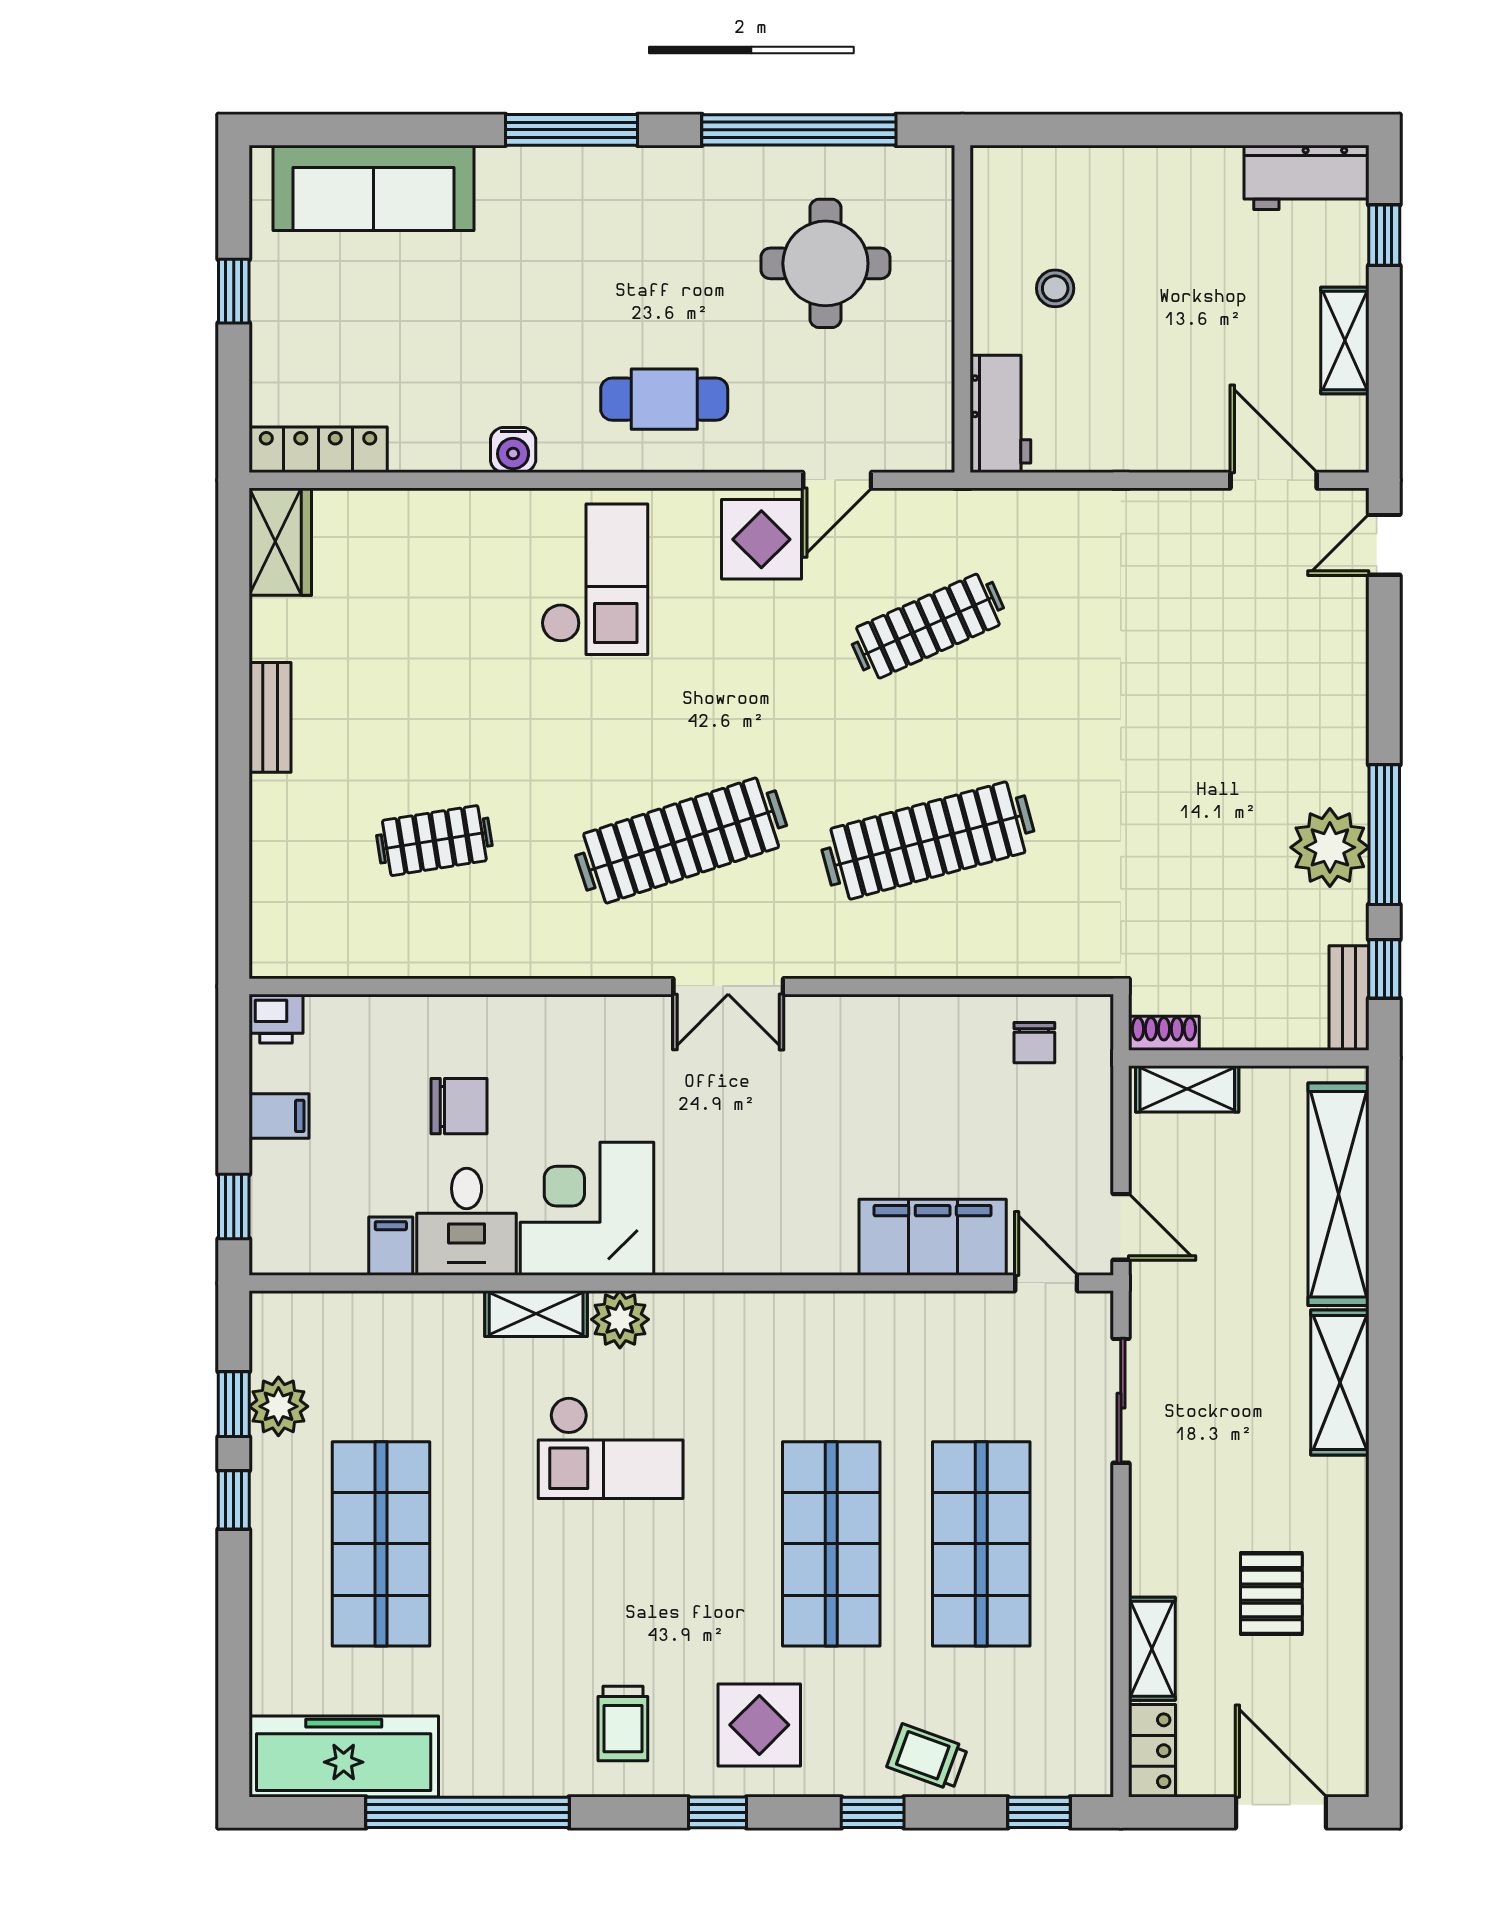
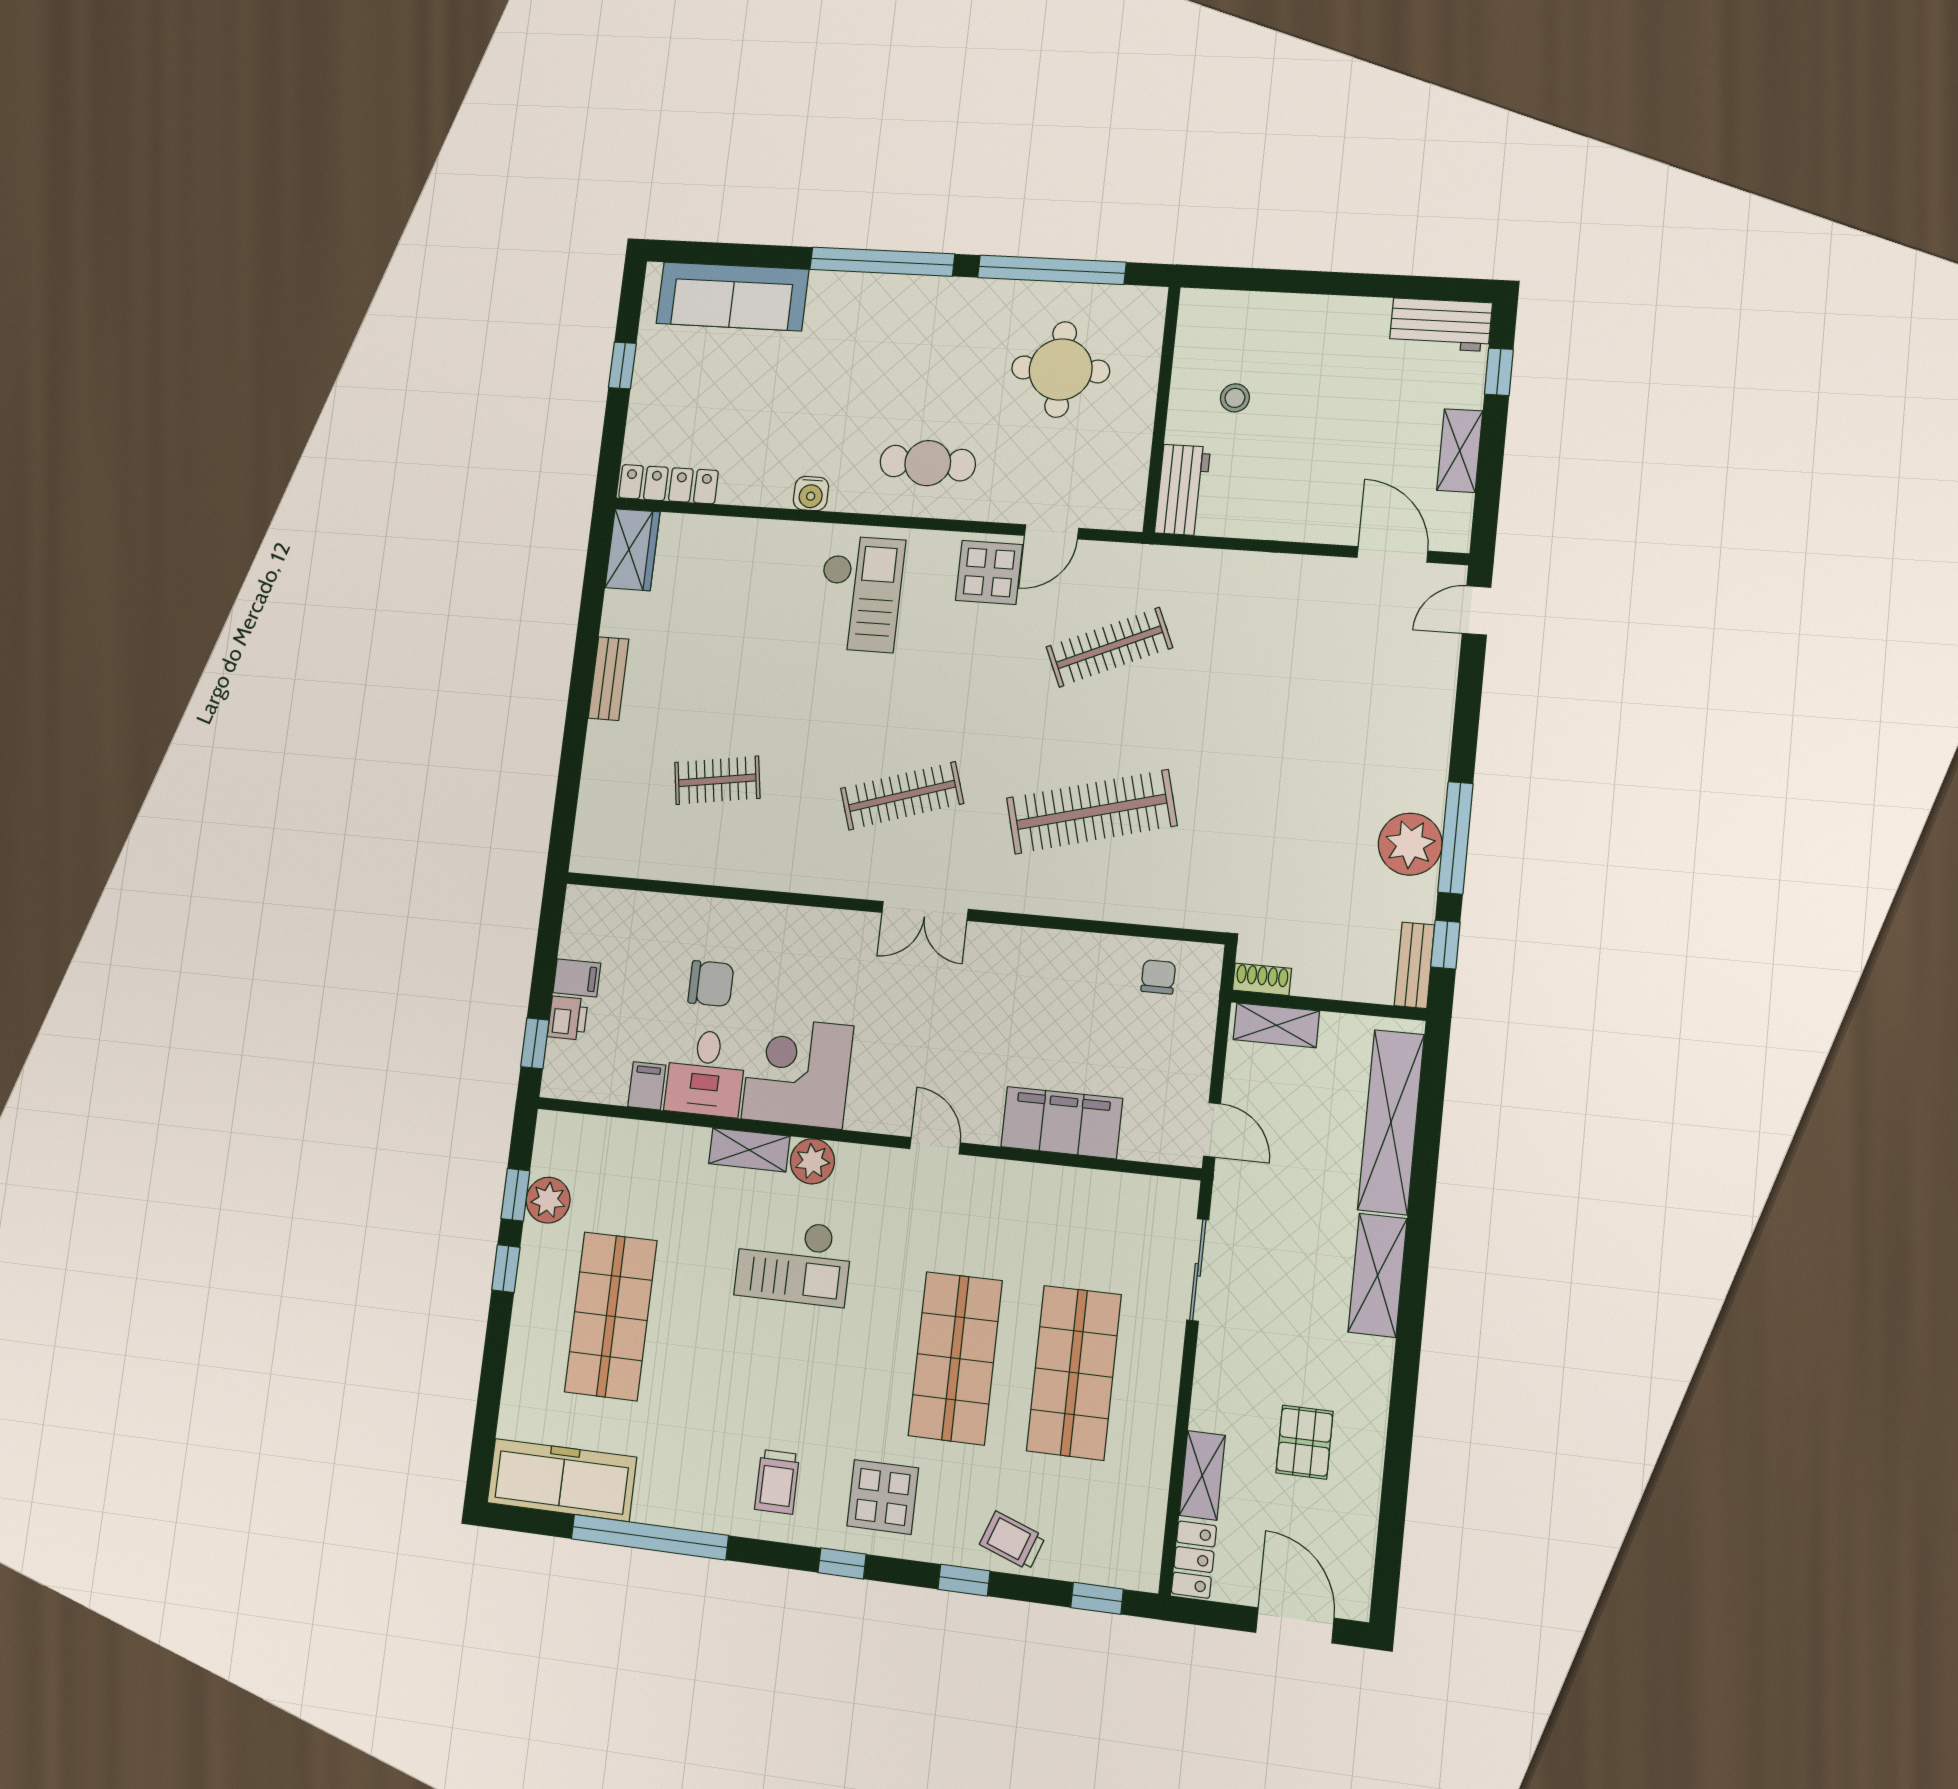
window: (571, 130) -> (882, 262), width x1.46
clothes rail: (681, 841) -> (902, 796), width x0.73, depth x0.76
printer: (276, 1019) -> (568, 1018), moved, turned -90
chair: (1034, 1043) -> (1158, 977), turned 180
door: (1046, 1283) -> (935, 1146), moved

